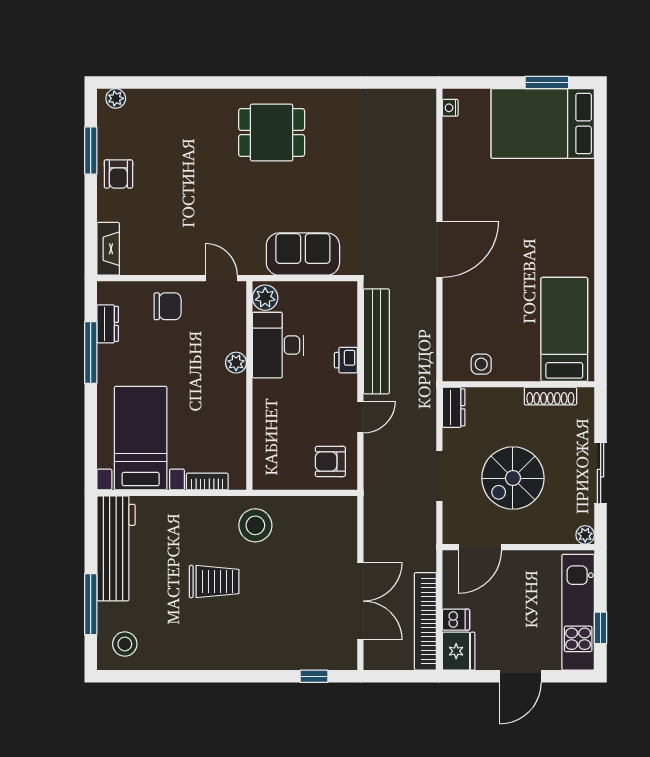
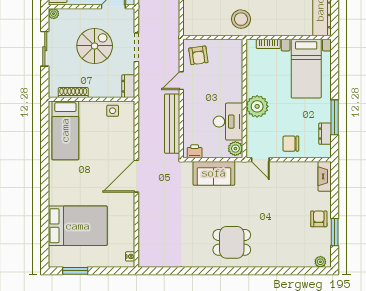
bed: (543, 124) -> (78, 226), moved
printer: (346, 360) -> (195, 151), moved, turned -90
plant: (236, 363) -> (257, 106), width x1.87, depth x1.87
armchair: (330, 461) -> (198, 55), turned 82

